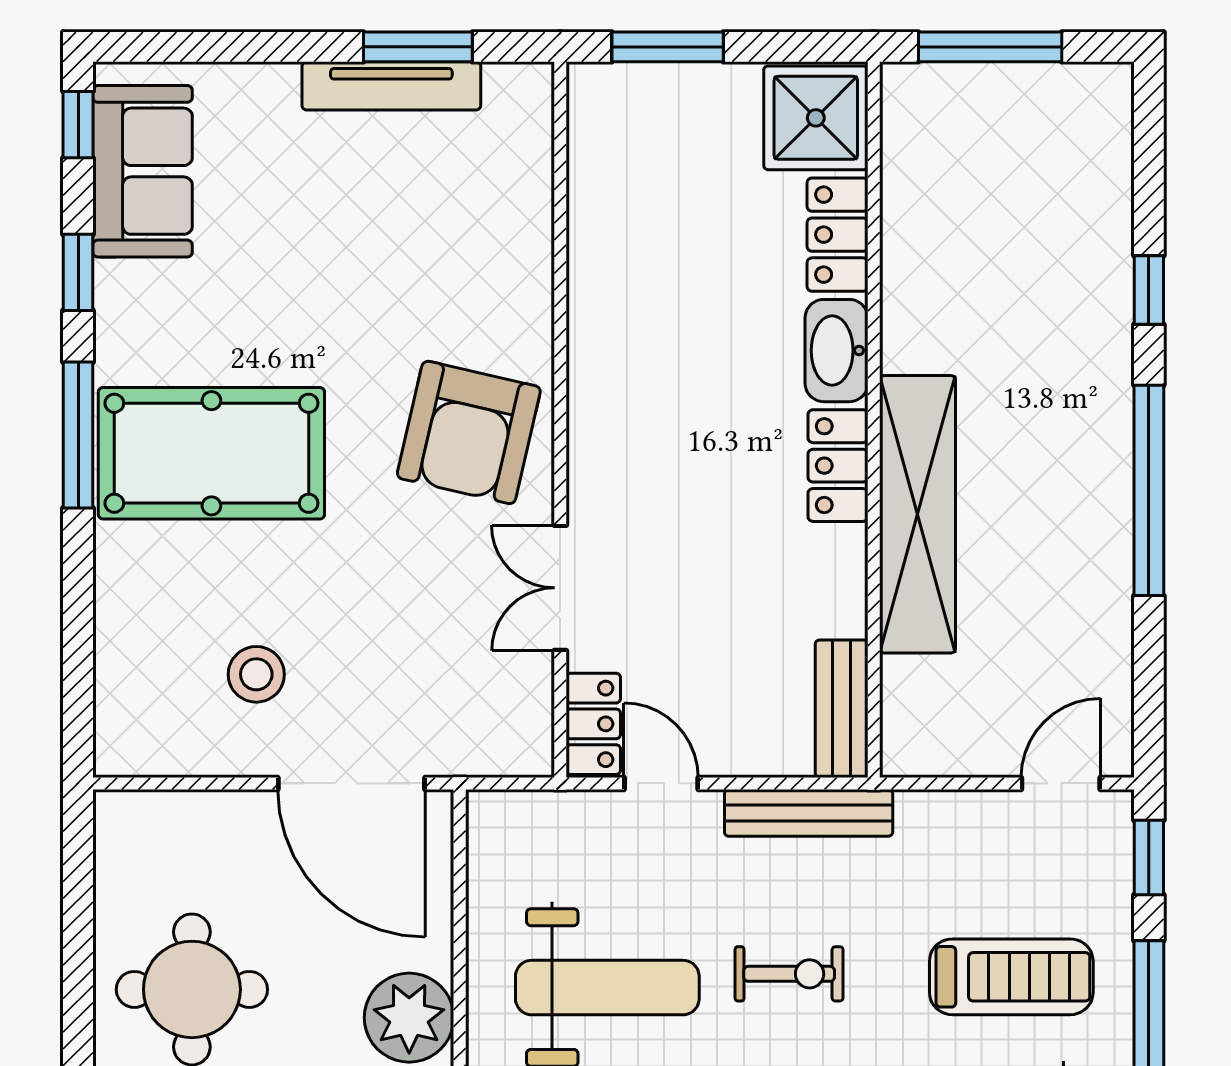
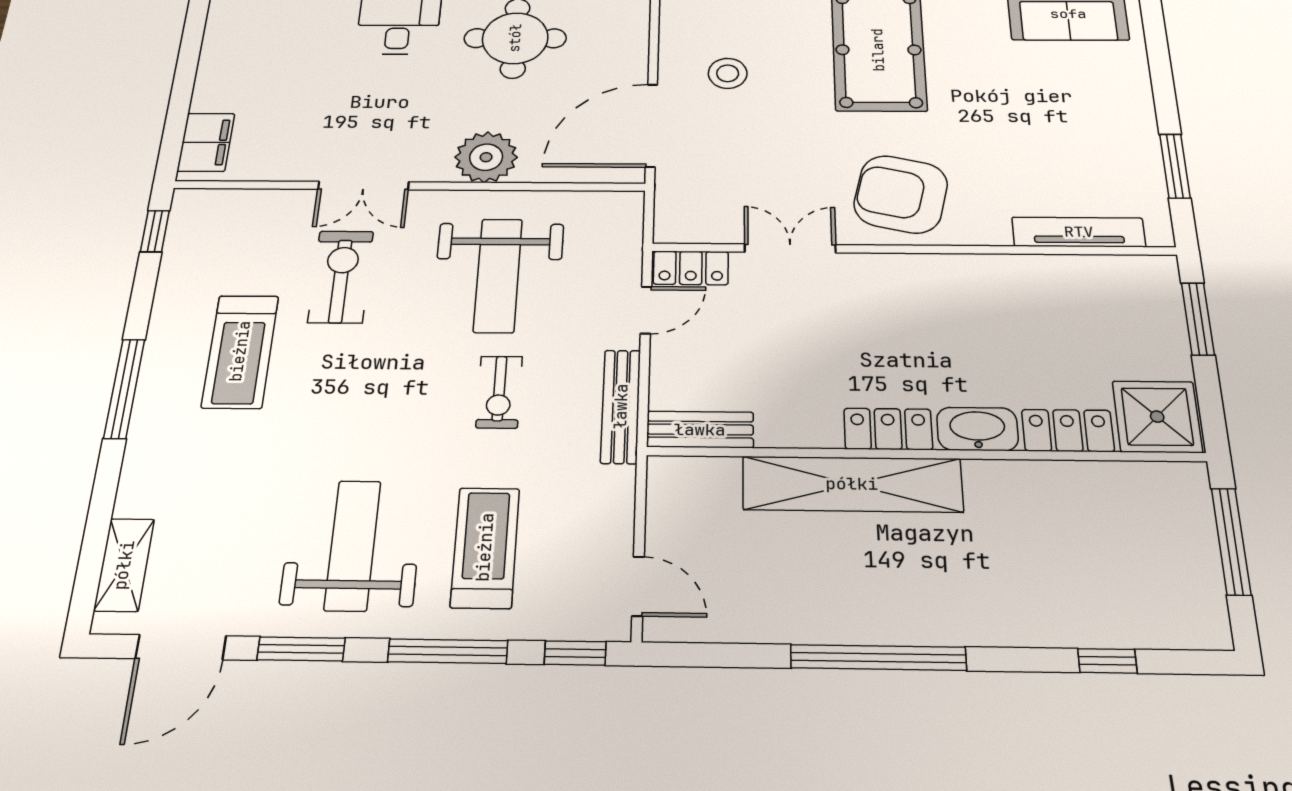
tv unit: (391, 86) -> (1079, 232), moved, turned 90
window: (1149, 290) -> (1107, 661), moved
treadmill: (1011, 977) -> (485, 547), turned 180

